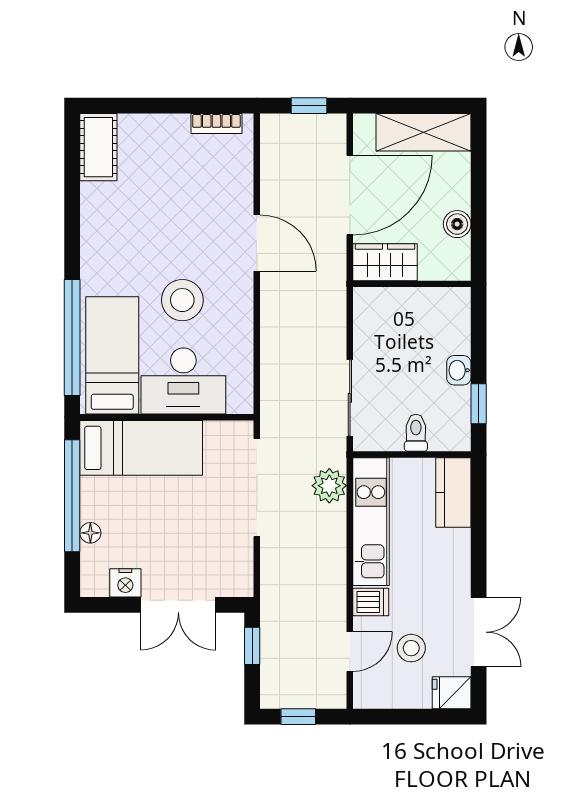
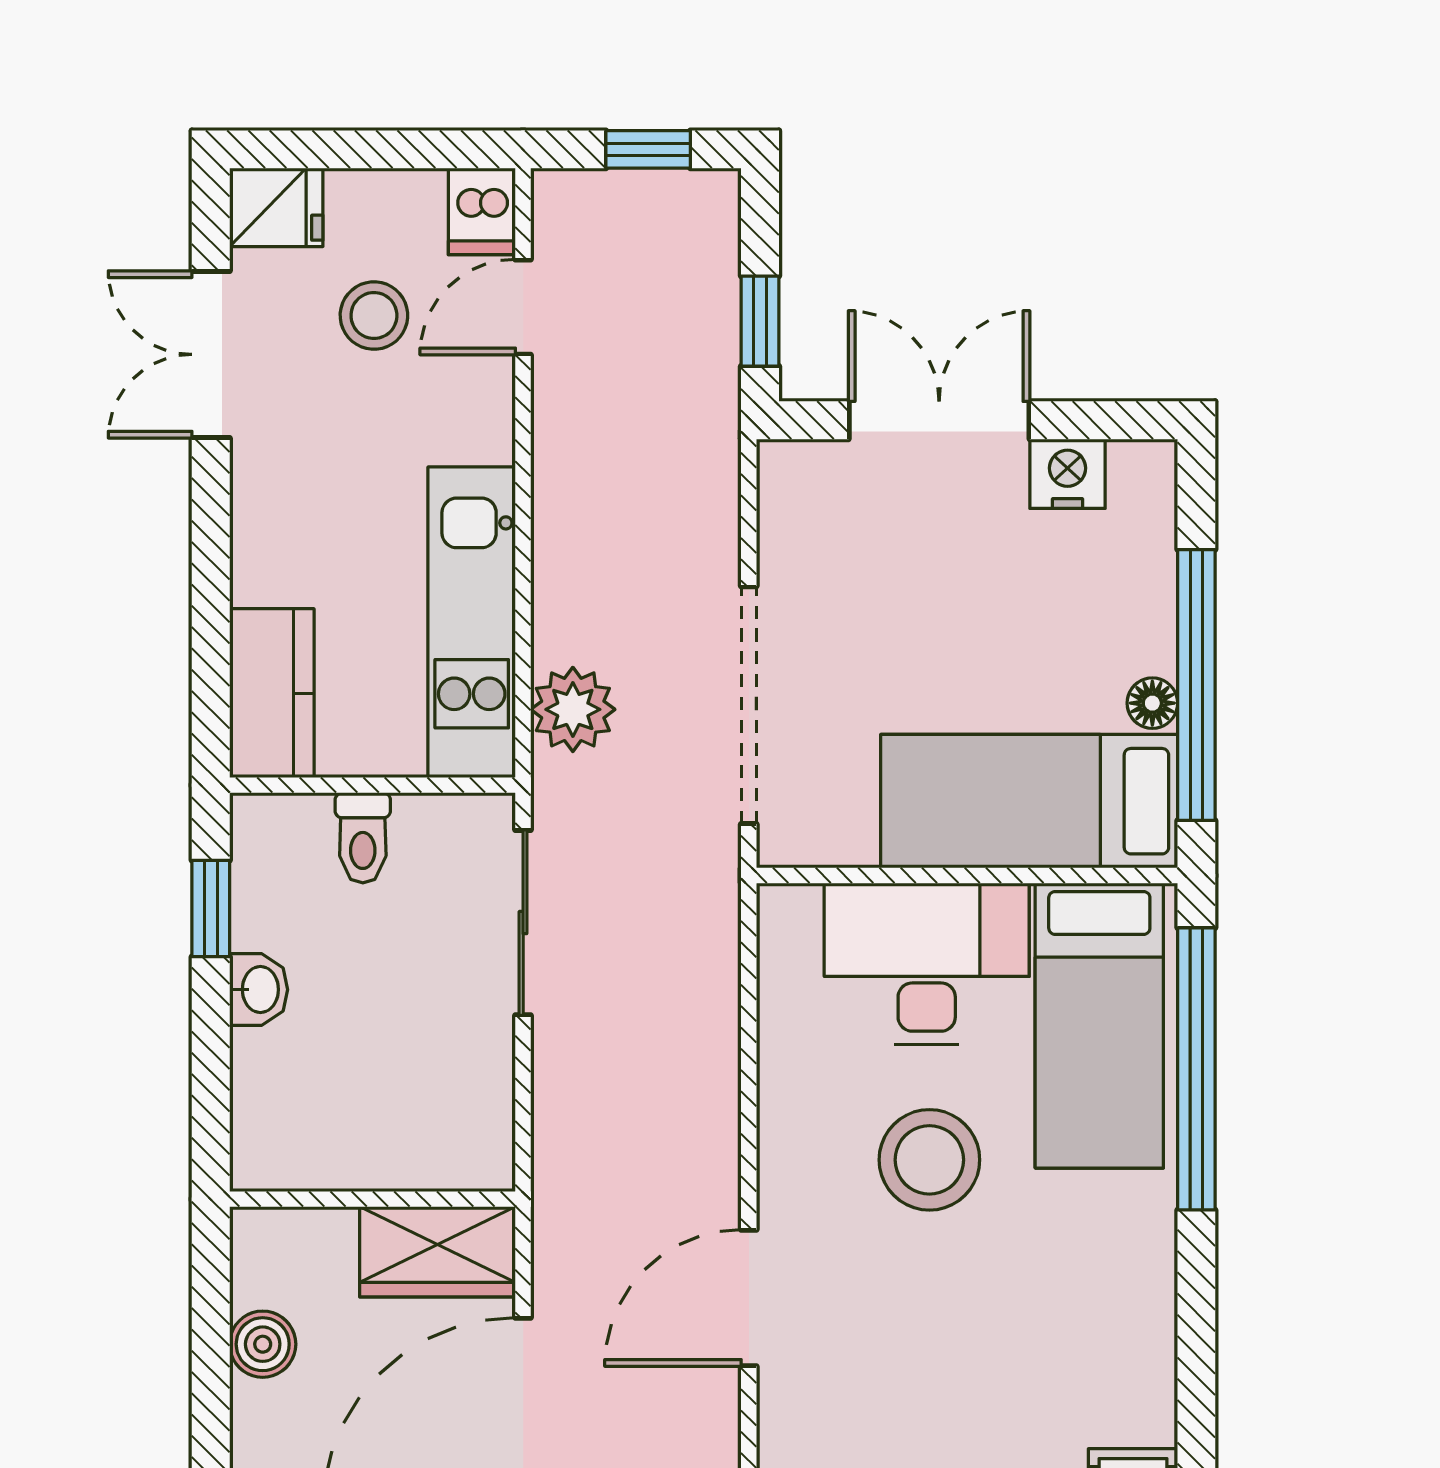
door: (257, 243) -> (749, 1298), hinge flipped
floor lamp: (90, 533) -> (1152, 703), moved
dishwasher: (371, 602) -> (482, 211), moved, turned -90

